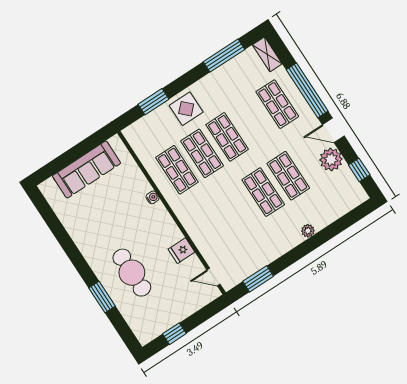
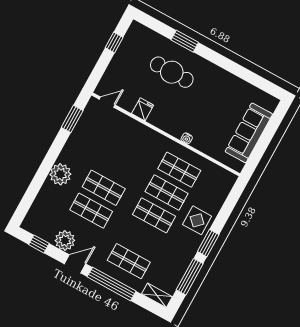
window: (153, 102) -> (208, 243), moved
plant: (308, 231) -> (60, 174), width x1.87, depth x1.87

